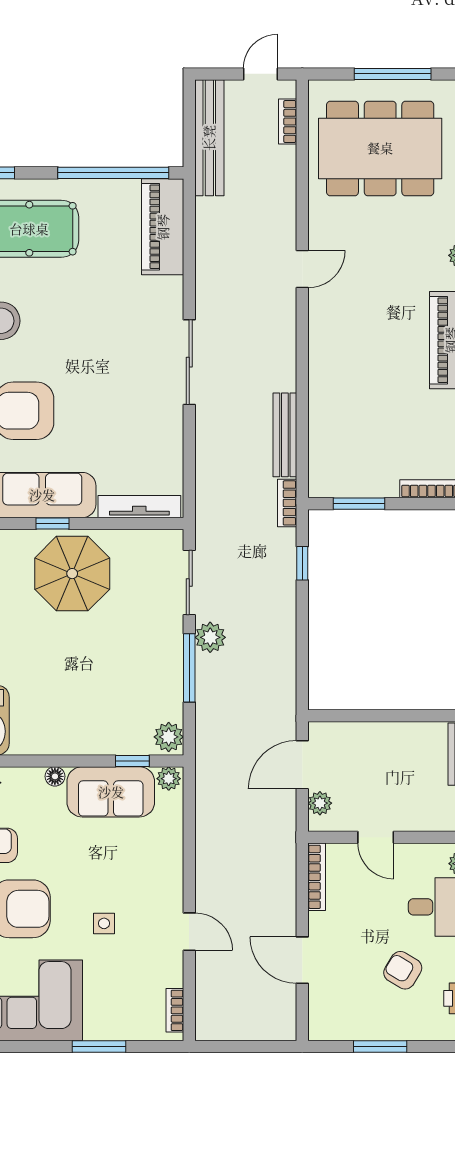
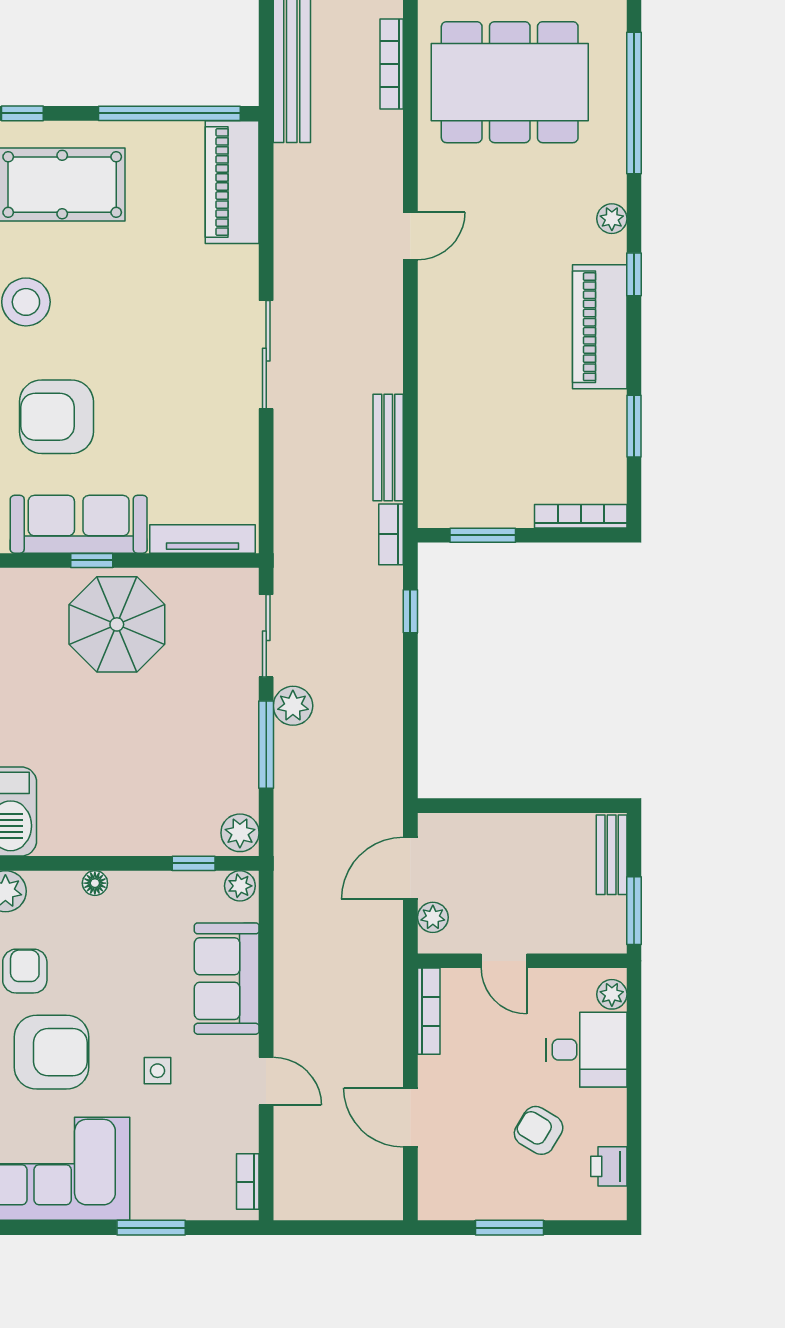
bookcase: (288, 122) -> (392, 64), width x1.56
sofa: (111, 792) -> (227, 979), moved, turned 90

